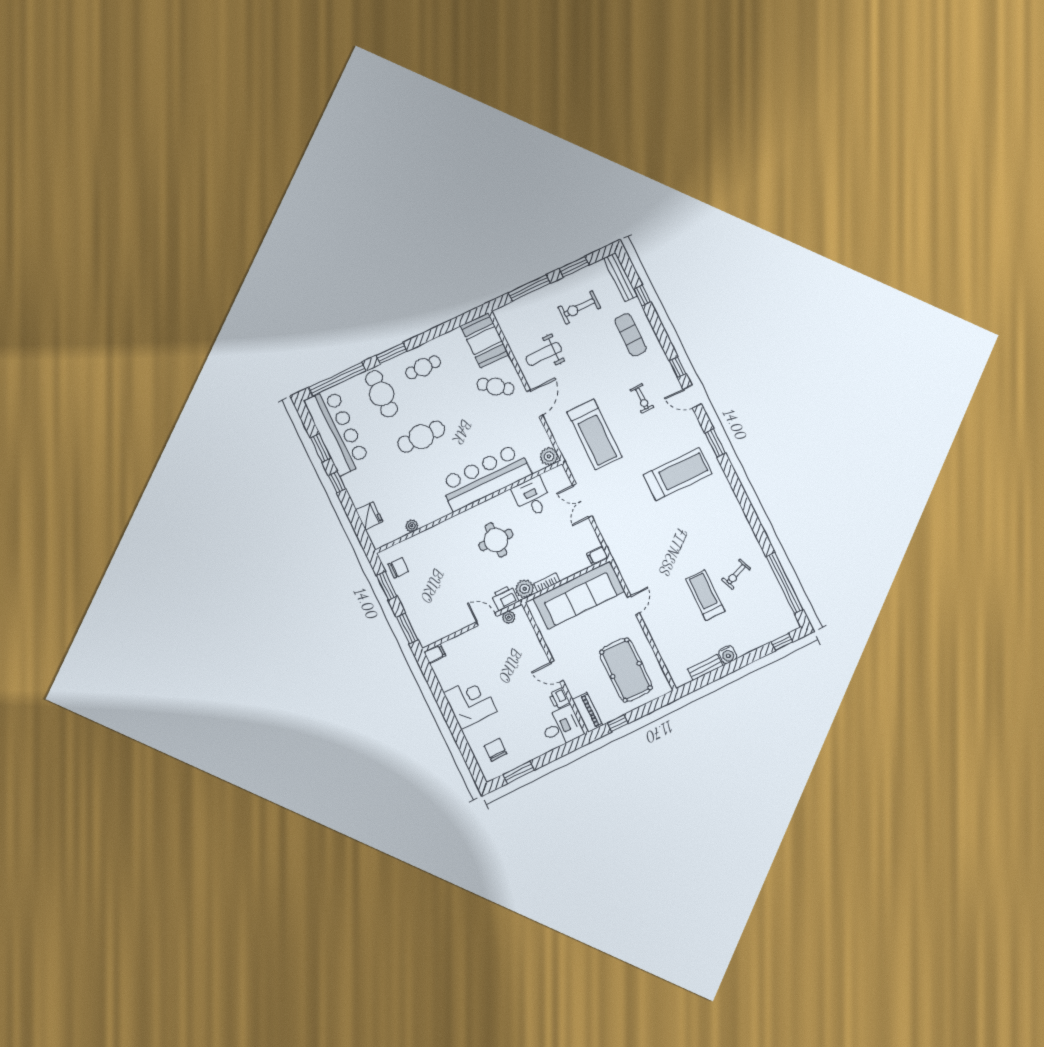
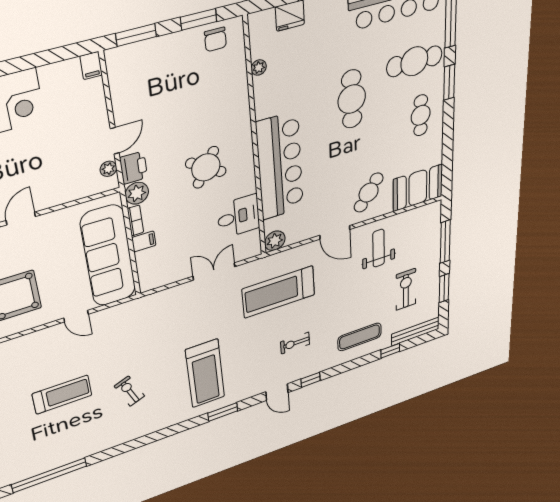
door: (692, 397) -> (277, 392), swing flipped
round table: (496, 540) -> (206, 167), turned 32
filing cabinet: (597, 556) -> (144, 241), moved, turned 90
exercise bike: (736, 574) -> (129, 391), moved

